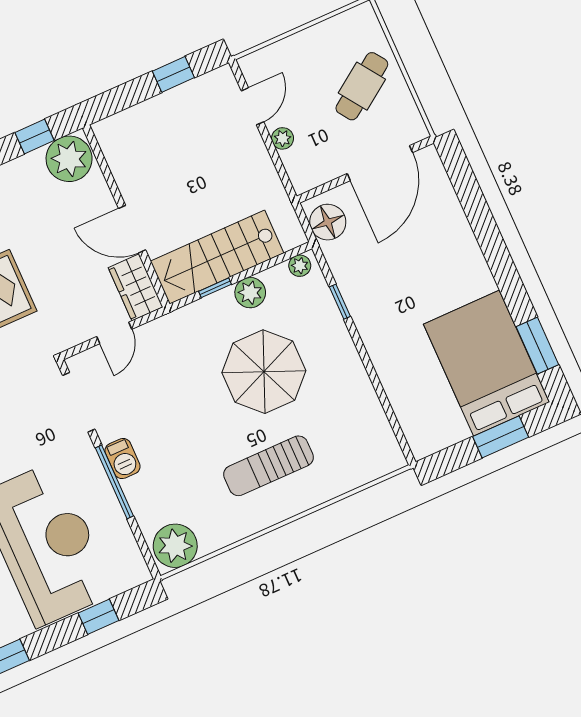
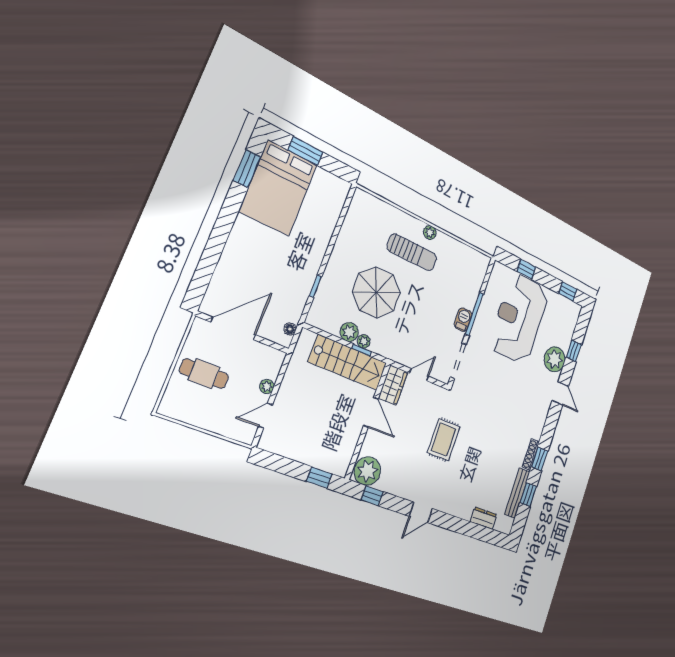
window: (173, 74) -> (319, 478), moved
cafe table: (362, 86) -> (204, 374), turned 35
floor lamp: (328, 222) -> (290, 329), width x0.53, depth x0.53
plant: (300, 266) -> (364, 341), moved
plant: (175, 546) -> (430, 233), moved, width x0.53, depth x0.53

